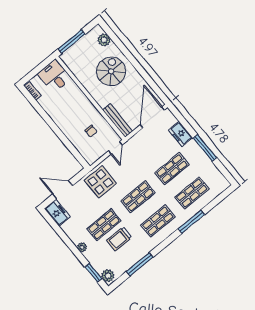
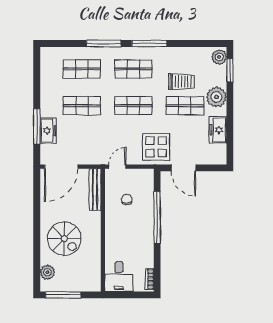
window: (72, 41) -> (63, 295), moved
spiral stairs: (111, 71) -> (64, 239), turned -90
window: (61, 136) -> (157, 217), added
window: (205, 148) -> (37, 126), moved
door: (63, 190) -> (184, 168), moved
freezer: (57, 213) -> (218, 130), moved
plant: (82, 247) -> (216, 97), width x1.87, depth x1.87
window: (140, 264) -> (149, 43), moved

